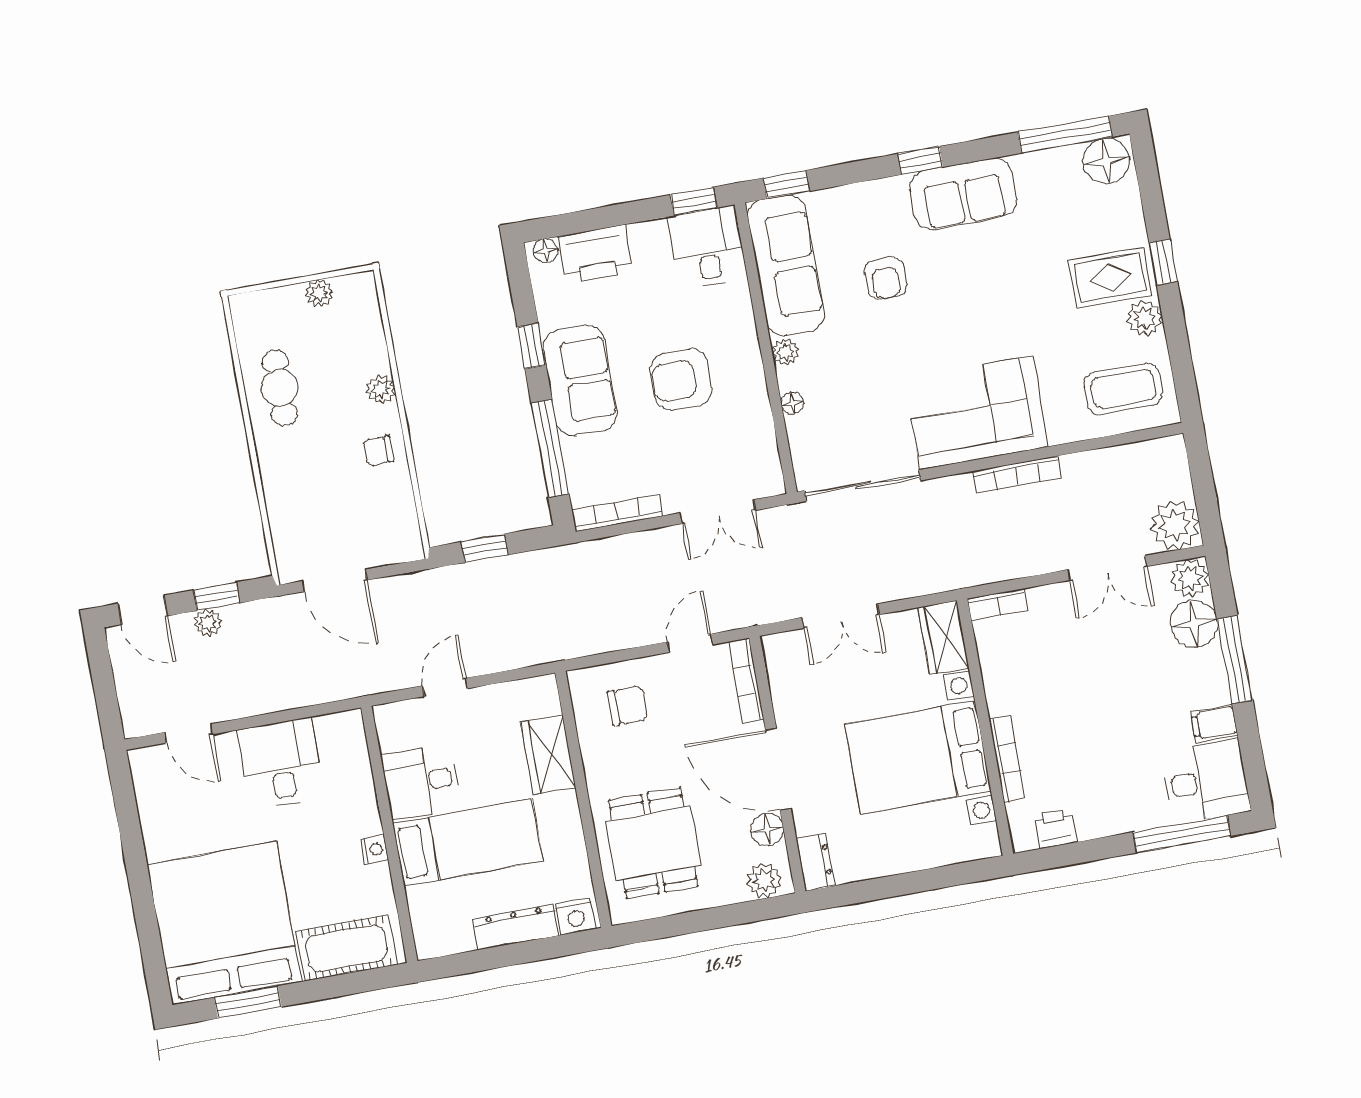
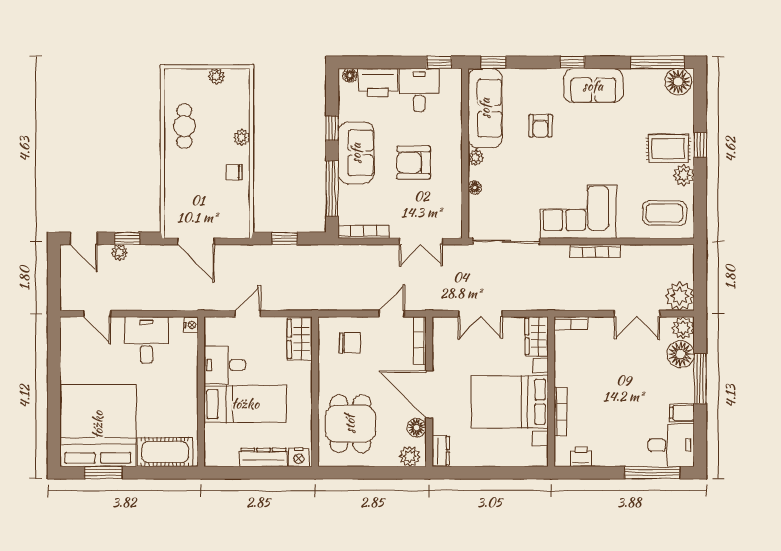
desk: (707, 247) -> (419, 90), moved
wardrobe: (548, 755) -> (300, 339), moved
nightstand: (374, 850) -> (191, 325), moved

